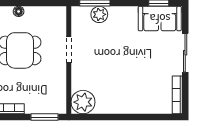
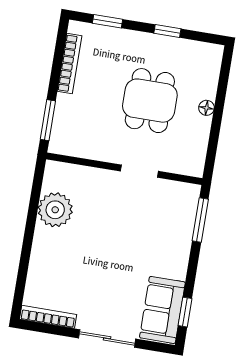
plant: (99, 14) -> (183, 224), removed
plant: (83, 102) -> (55, 210), moved

